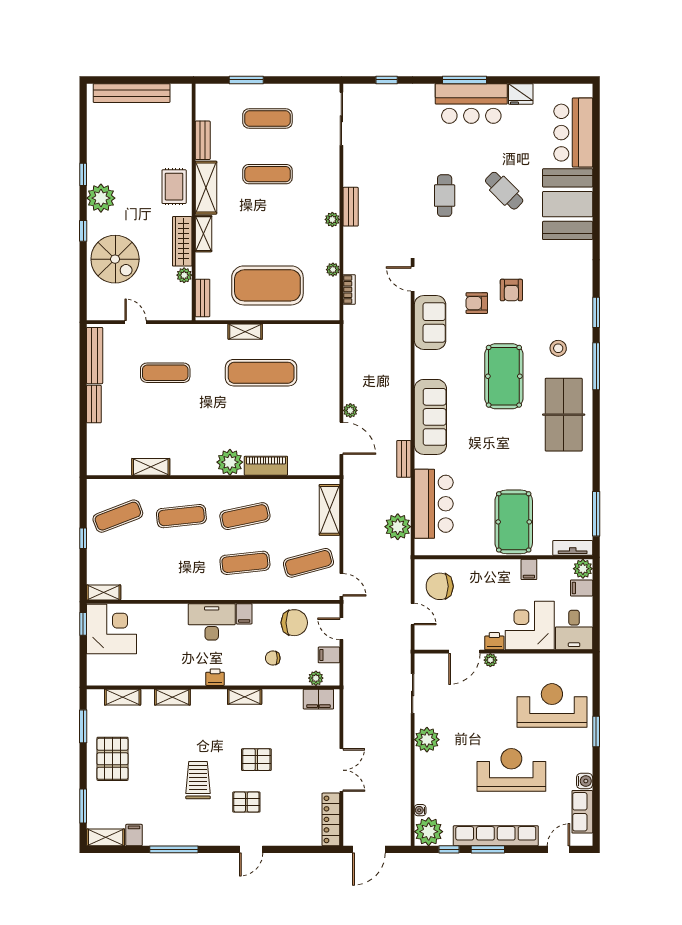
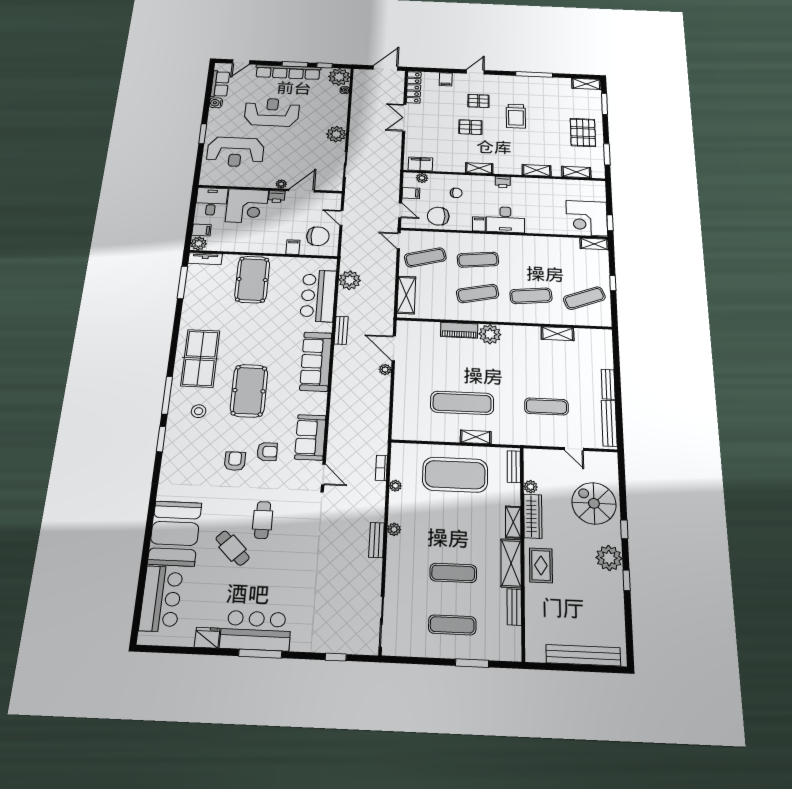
cafe table: (445, 196) -> (263, 520), moved
filing cabinet: (529, 569) -> (293, 247), moved
reception desk: (511, 770) -> (272, 112), turned 180
filing cabinet: (134, 835) -> (446, 79), moved

